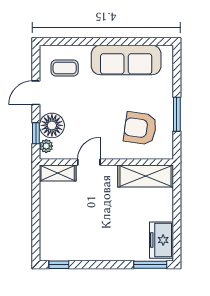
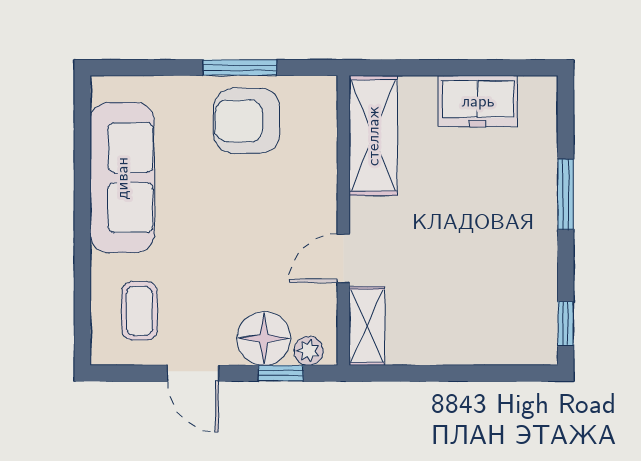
armchair: (140, 128) -> (247, 121), moved, turned 82
door: (89, 162) -> (343, 258), hinge flipped
freezer: (161, 240) -> (478, 101), moved
window: (150, 265) -> (566, 194), moved

